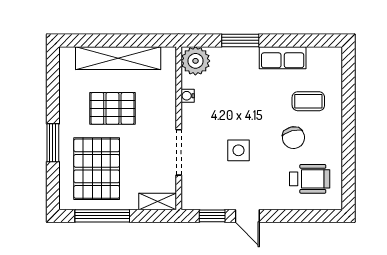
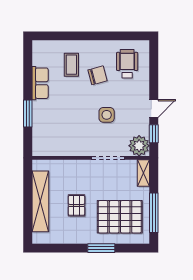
plant: (195, 61) -> (139, 146), moved
water cooler: (188, 96) -> (67, 151), removed
pallet: (112, 108) -> (77, 205), width x0.67, depth x0.71

